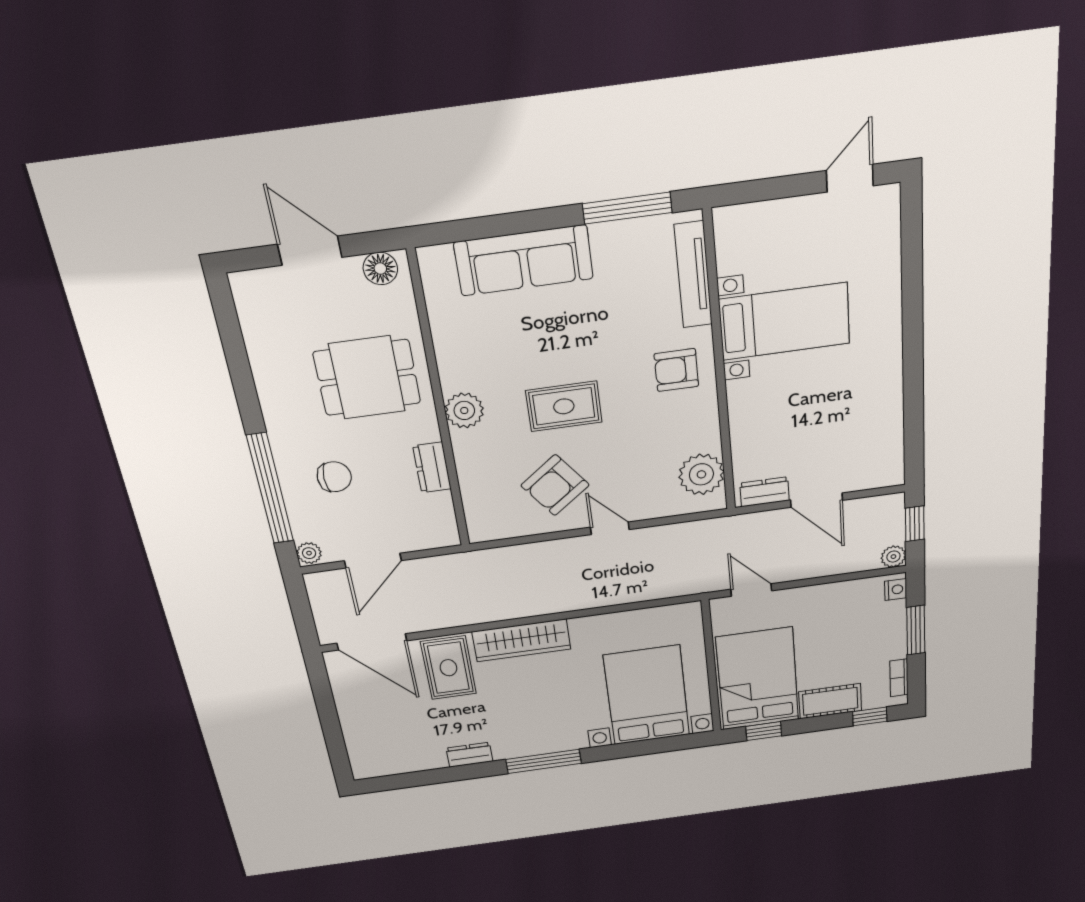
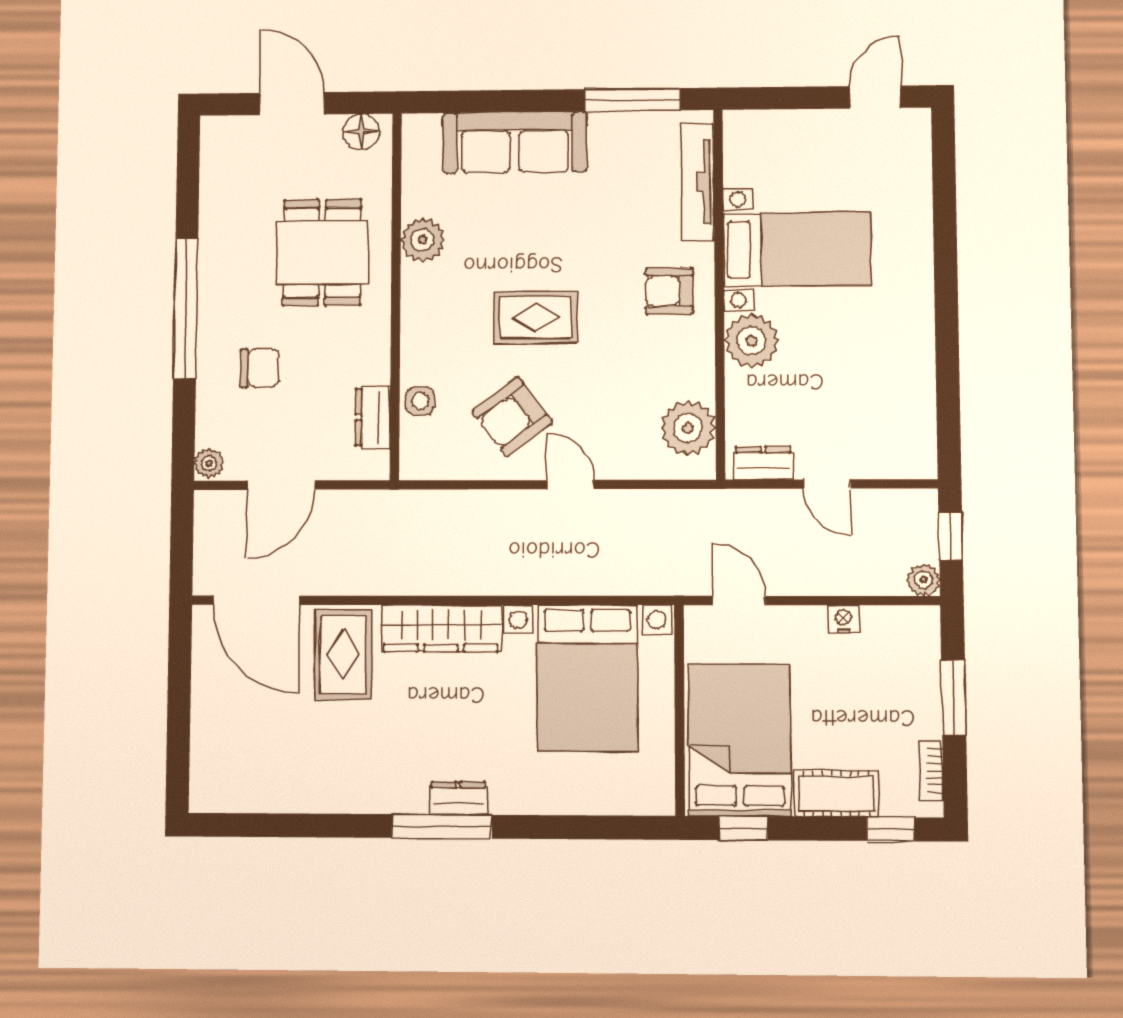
dining table: (367, 378) -> (322, 252), turned 90
plant: (750, 401) -> (752, 341), added
plant: (464, 410) -> (423, 240), moved
dresser: (432, 467) -> (373, 417), moved
side table: (476, 484) -> (420, 401), added
window: (270, 489) -> (186, 308), moved
door: (816, 500) -> (827, 484), width x0.73
nightstand: (896, 590) -> (843, 619), moved, turned -90
bed with nightstands: (647, 695) -> (587, 678), moved, turned 180
dresser: (469, 755) -> (458, 798), moved

